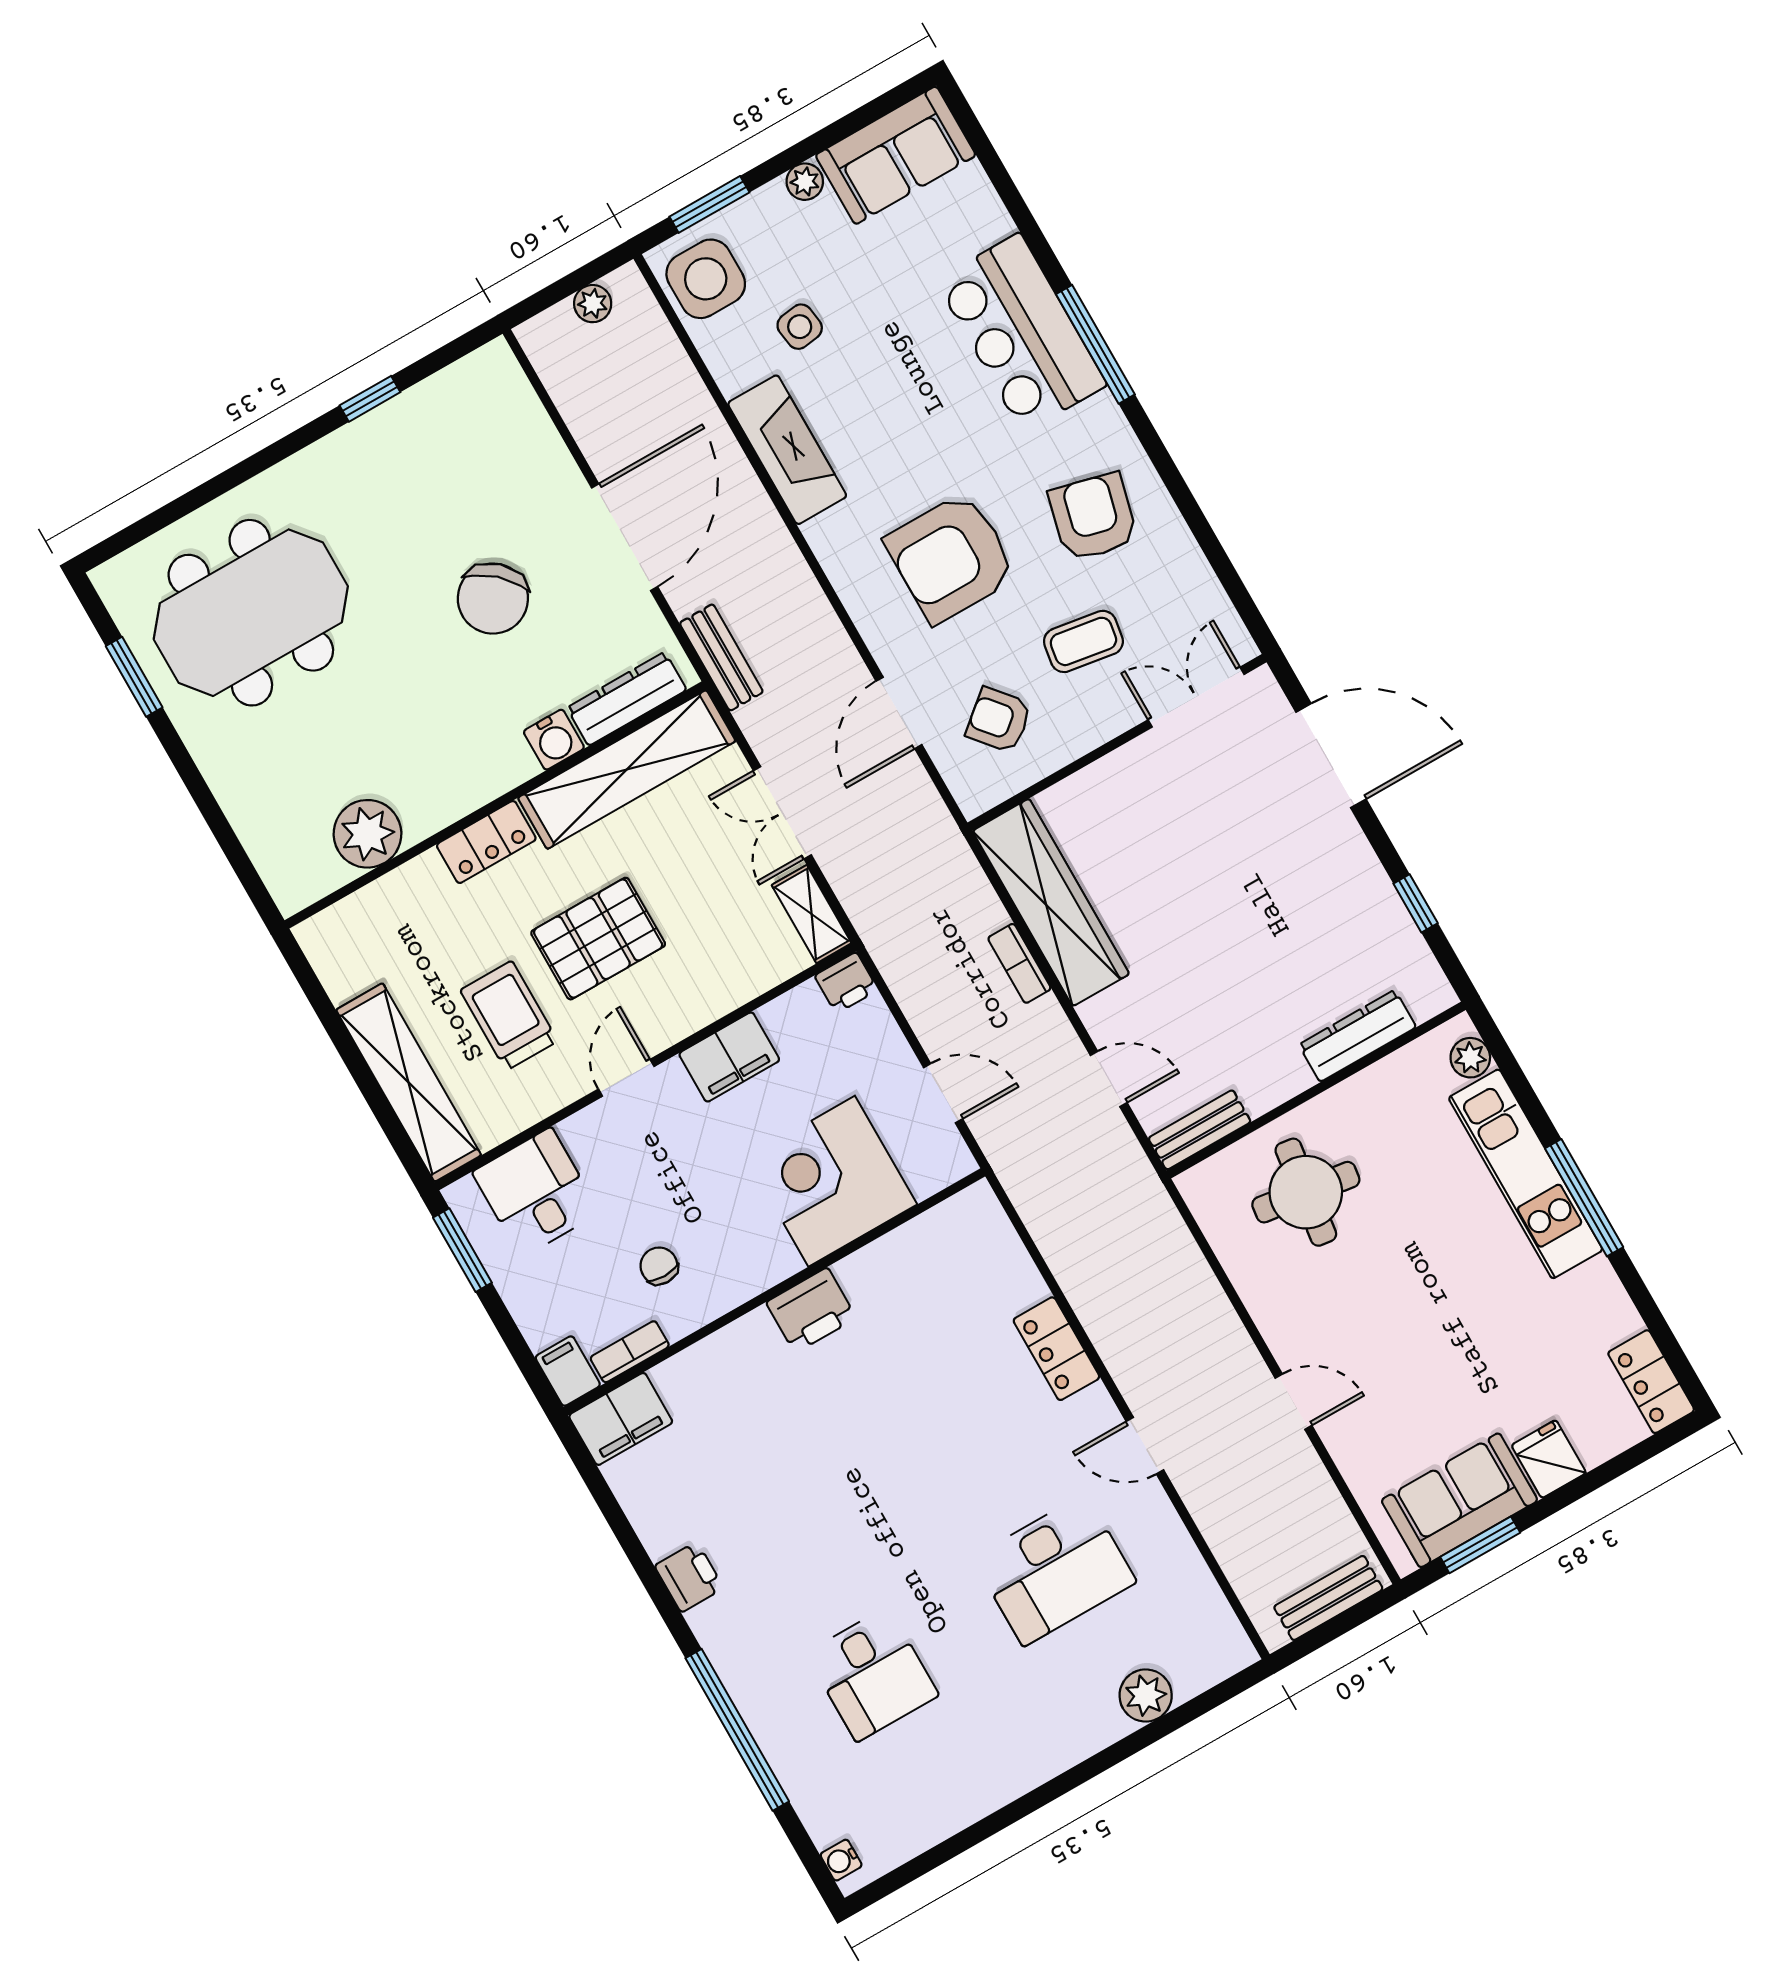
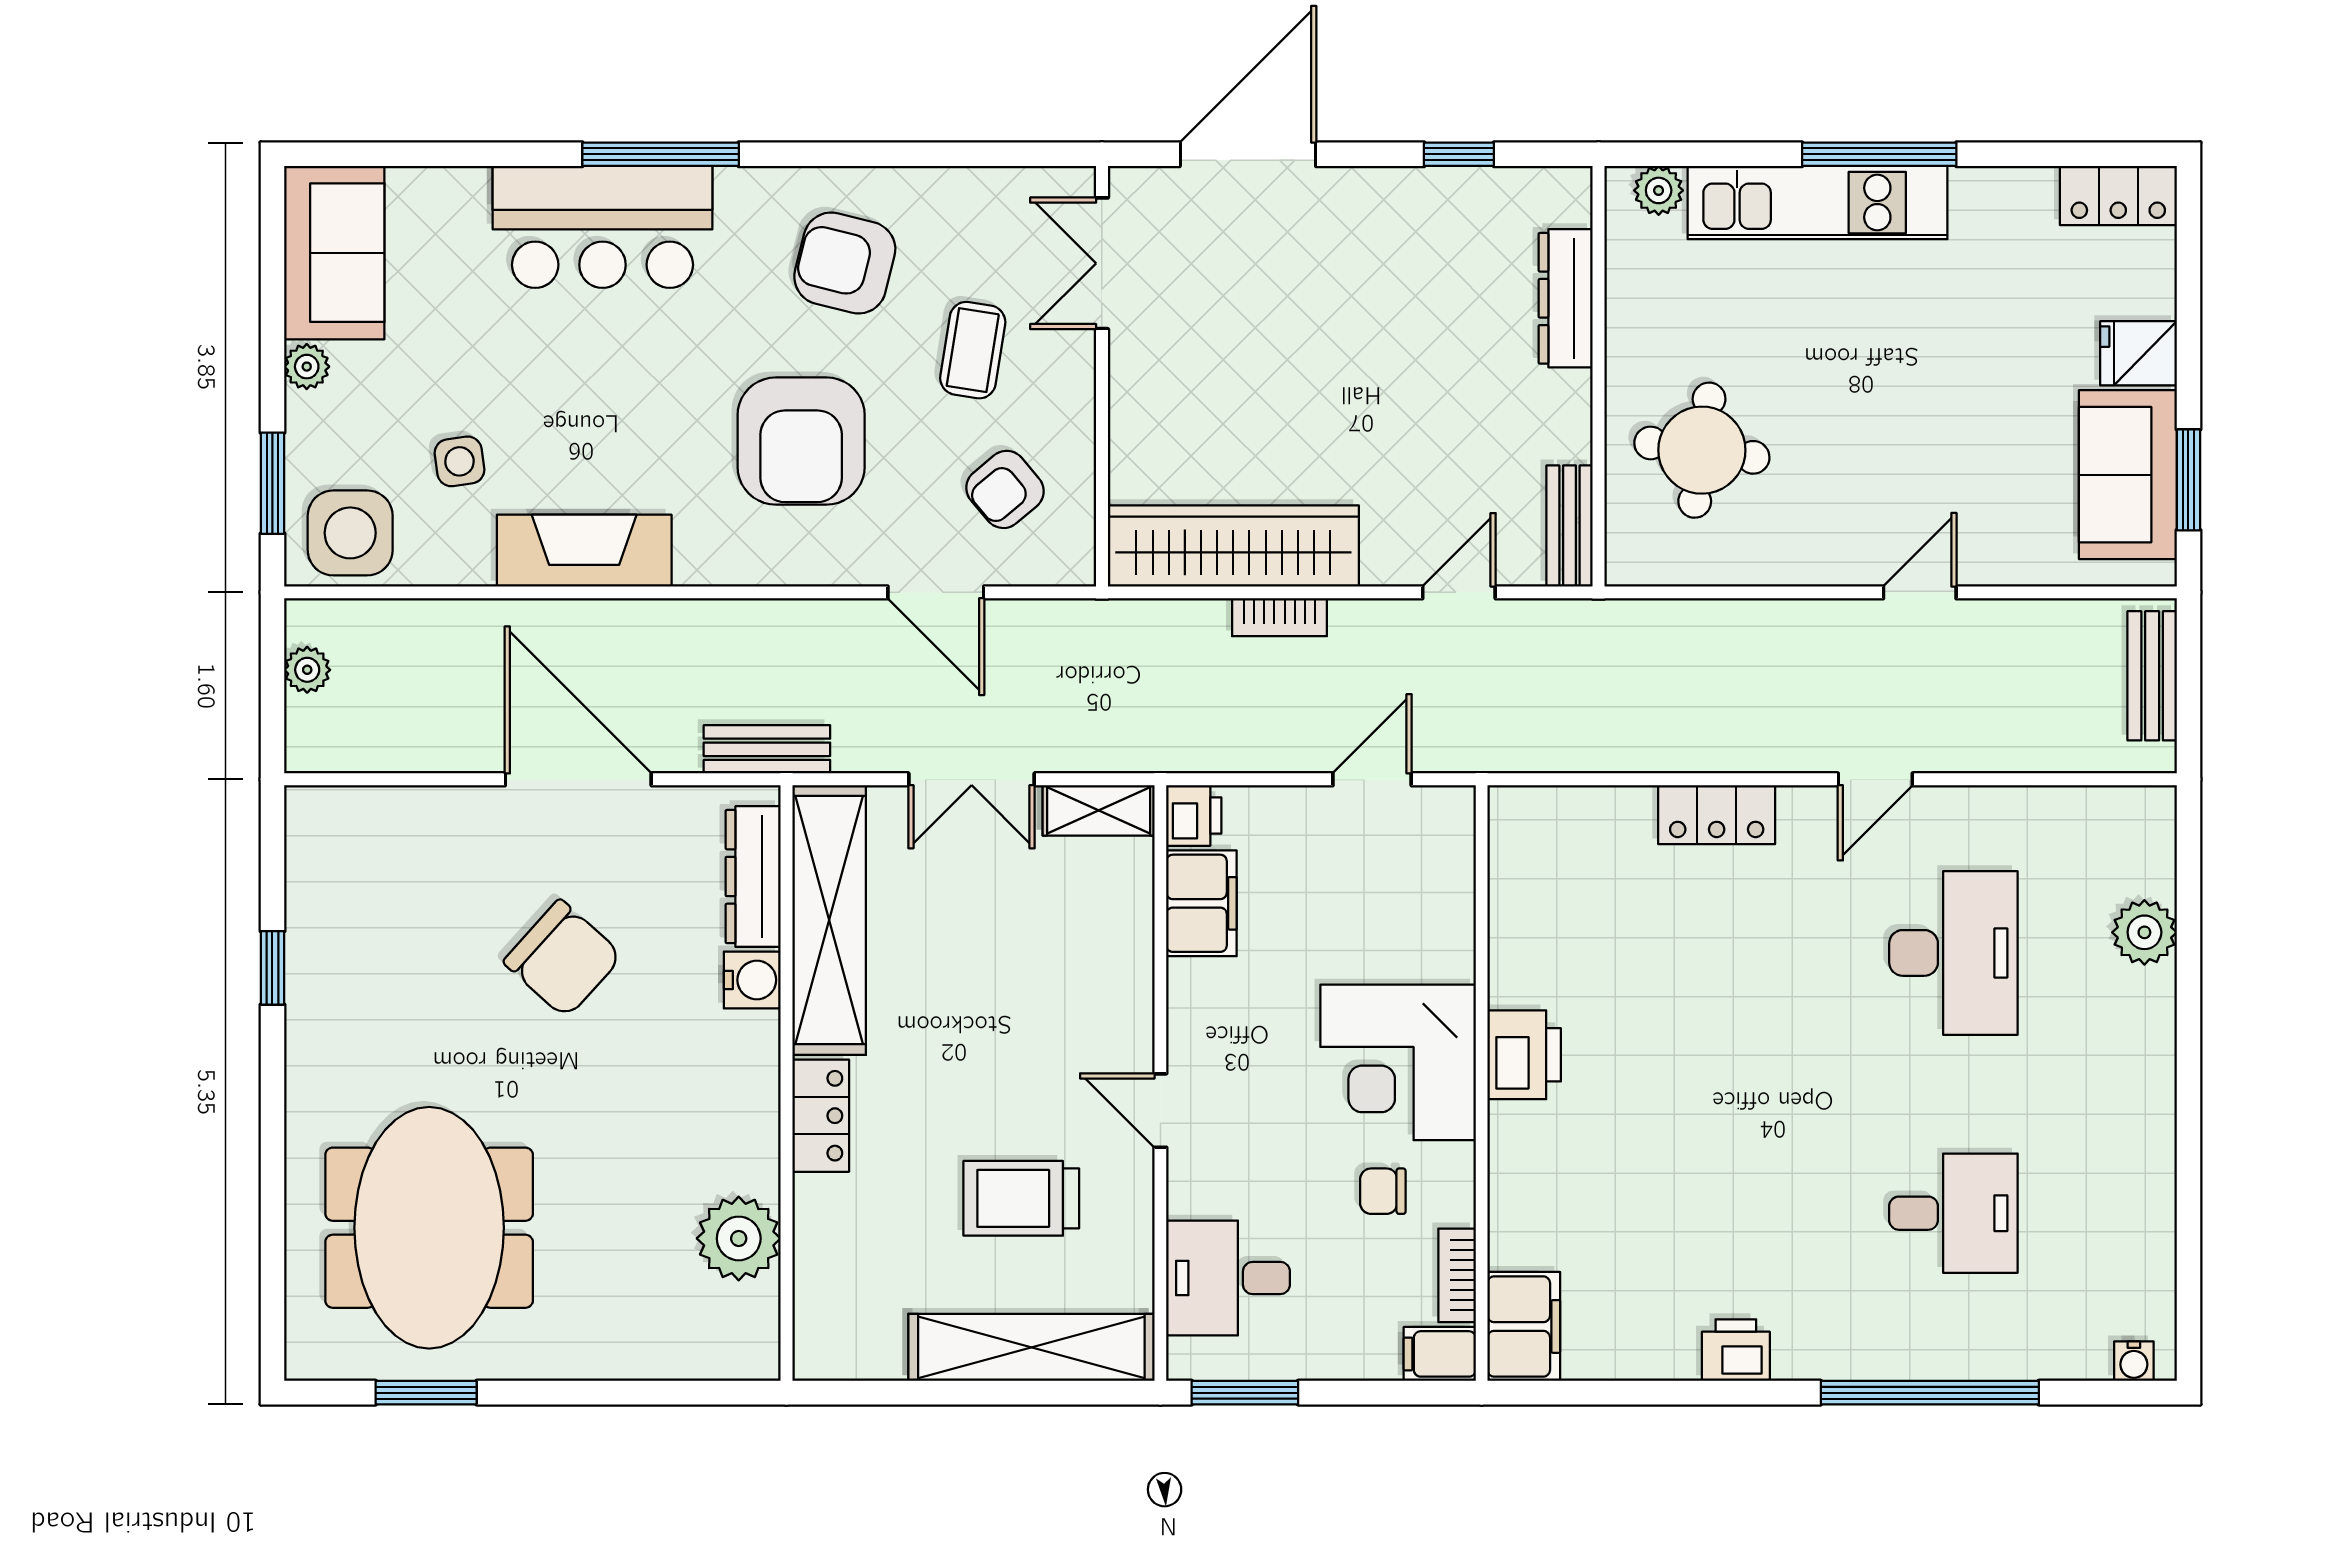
pallet: (598, 939) -> (993, 1055), removed
filing cabinet: (729, 1057) -> (1201, 903), moved
corner desk: (832, 1181) -> (1398, 1062), moved

